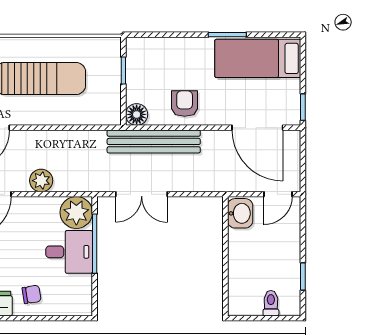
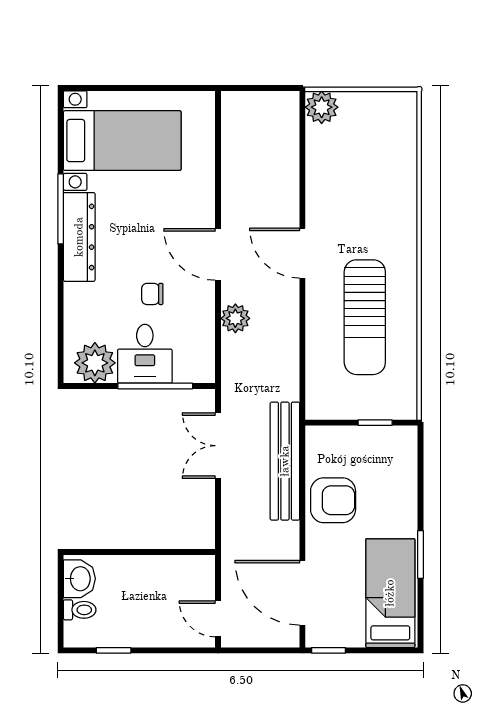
armchair: (185, 104) -> (333, 500), width x1.38, depth x1.38
floor lamp: (137, 114) -> (319, 439), removed
door: (257, 128) -> (302, 593), hinge flipped
plant: (76, 212) -> (95, 363), moved
washbasin: (240, 213) -> (79, 579), moved, turned -90
chair: (32, 294) -> (152, 294), moved, turned 99

